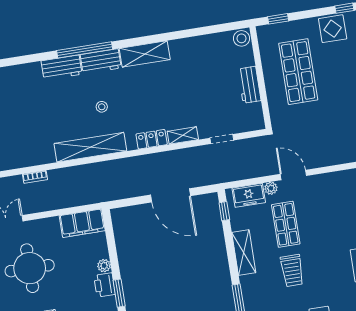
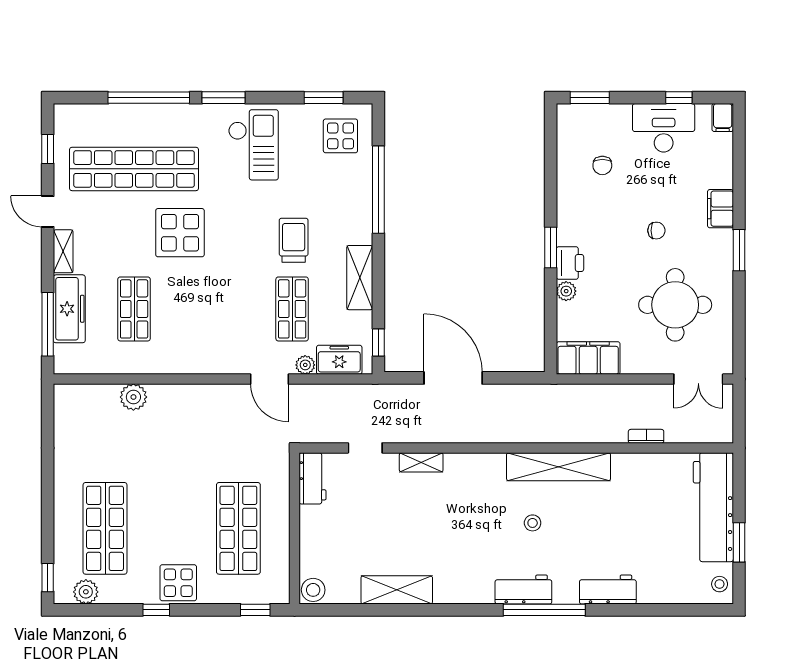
shelving: (145, 54) -> (397, 590), moved
workbench: (62, 67) -> (608, 590), moved
workbench: (249, 85) -> (313, 478), moved
locker: (152, 139) -> (468, 464), removed

